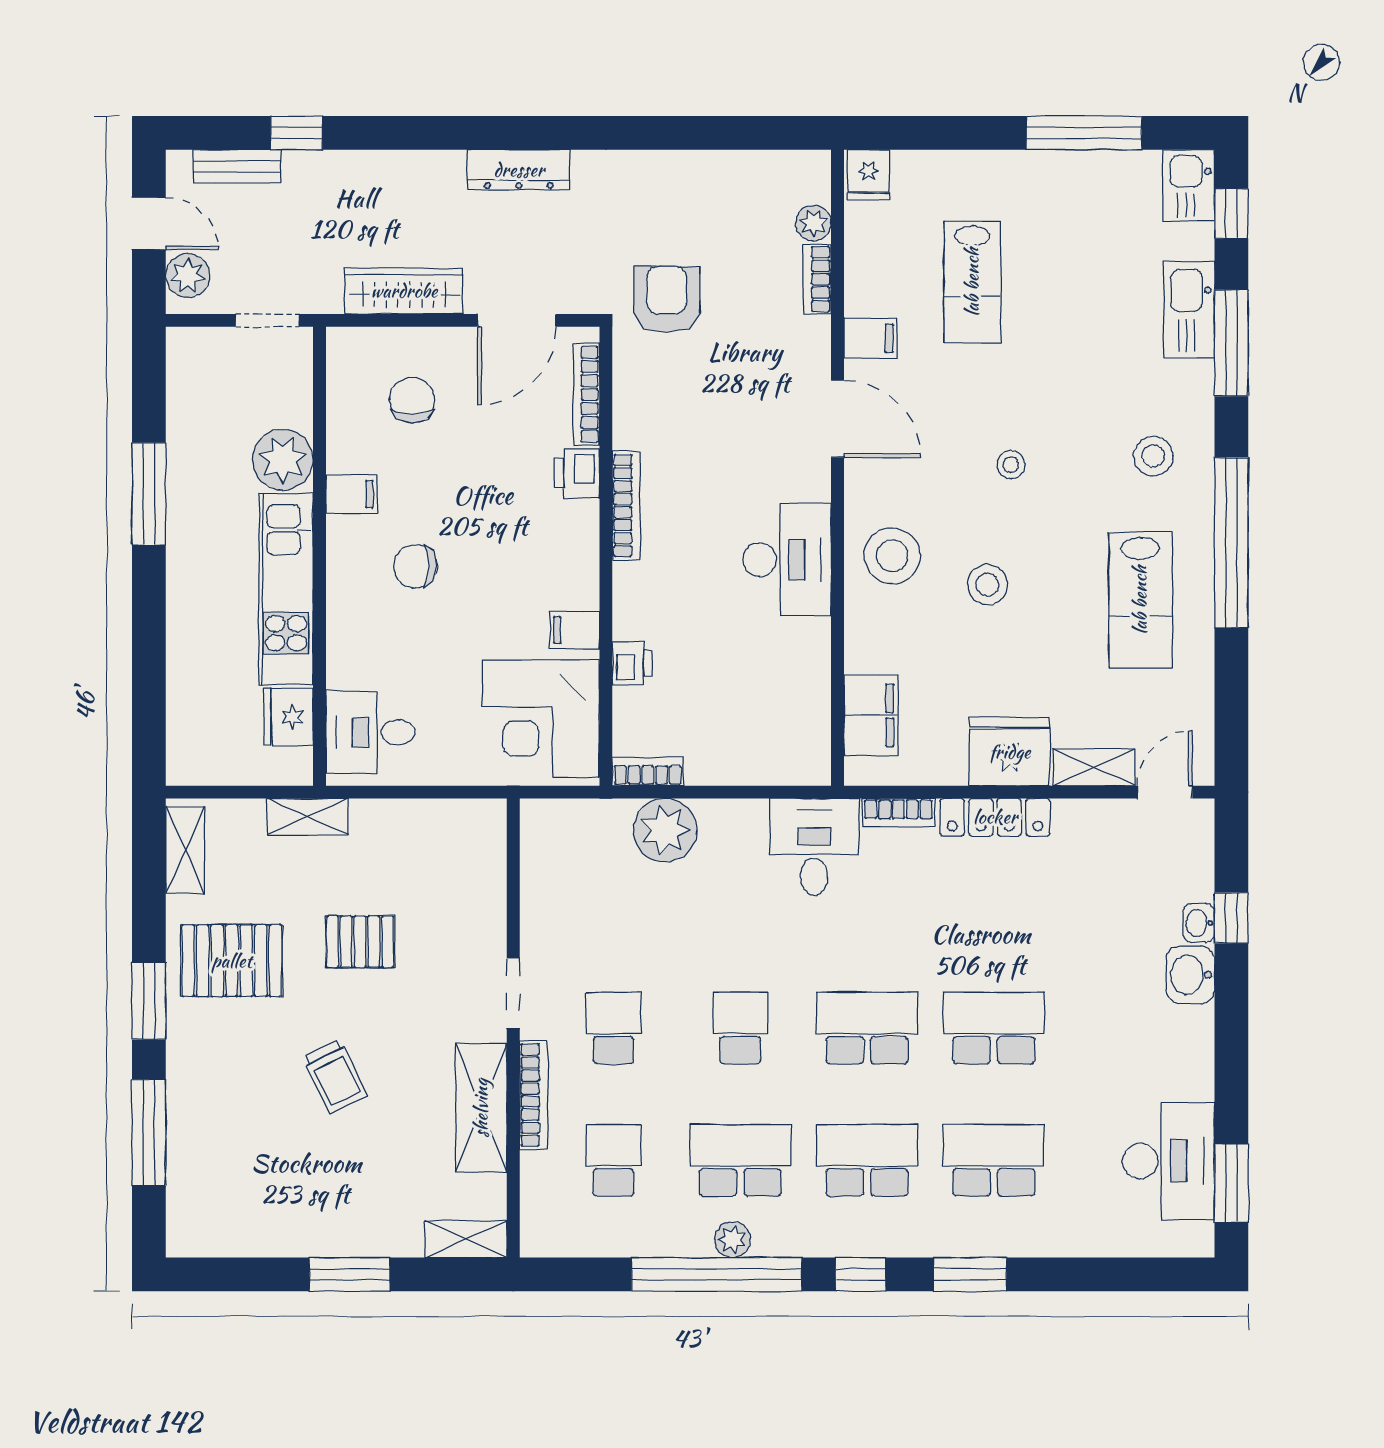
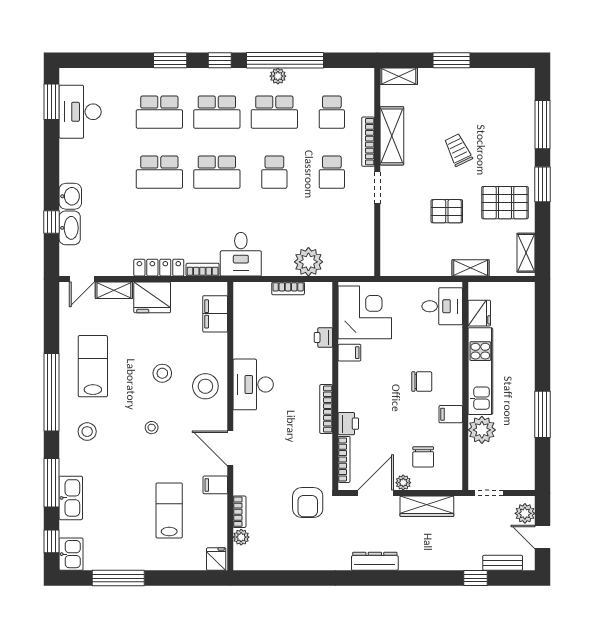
plant: (456, 343) -> (403, 483), added
bookcase: (648, 772) -> (288, 288), moved
washbasin: (1199, 923) -> (70, 228), width x1.91, depth x1.45

